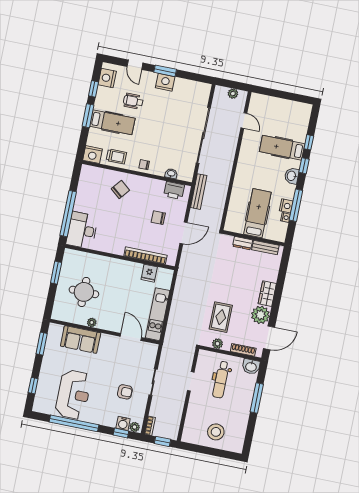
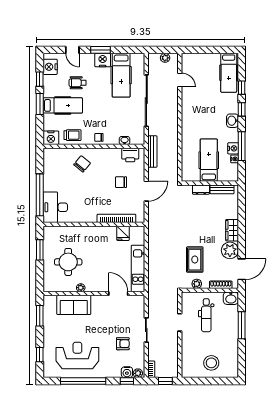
hospital bed: (182, 103) -> (121, 75), added
hospital bed: (282, 148) -> (229, 73), moved, turned -90
reception desk: (73, 395) -> (77, 355), turned -90

